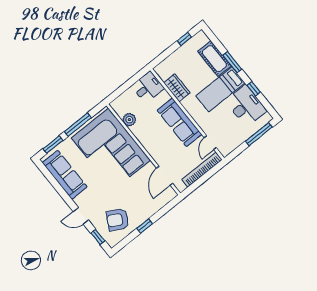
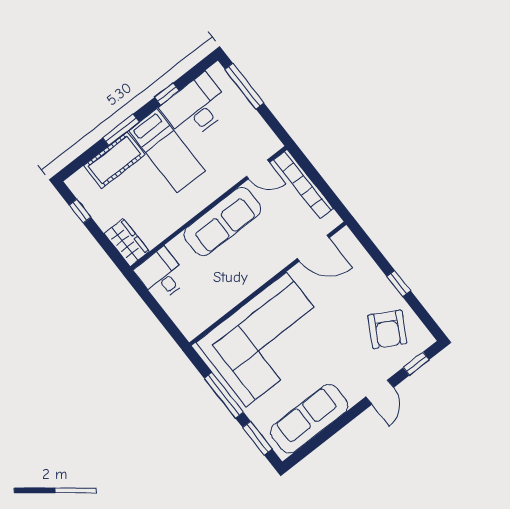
wardrobe: (177, 88) -> (127, 242), moved, turned 90
plant: (129, 120) -> (217, 307), removed

